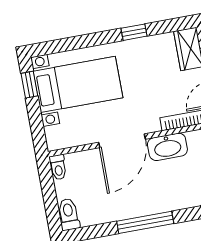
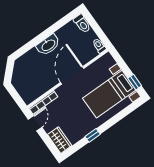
washbasin: (167, 147) -> (48, 45), moved, turned 180
window: (145, 222) -> (40, 38), removed

